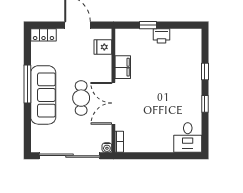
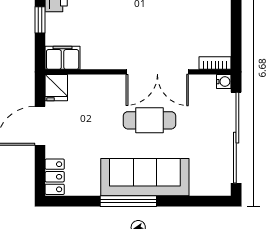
fridge: (103, 47) -> (56, 88), moved
filing cabinet: (123, 67) -> (63, 58), moved

